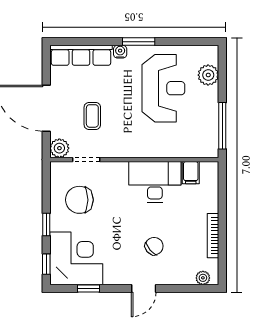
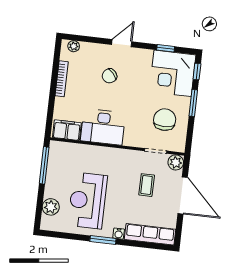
filing cabinet: (191, 173) -> (67, 130), width x2.00
chair: (79, 200) -> (165, 120), turned -90
window: (46, 224) -> (193, 103), width x1.50

